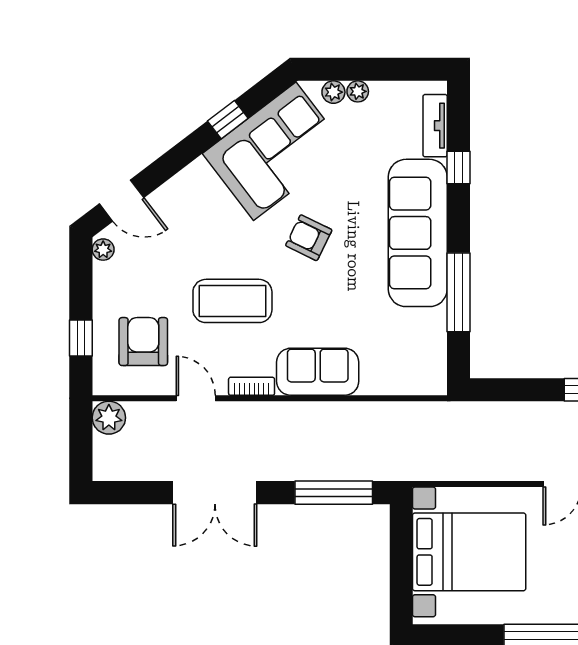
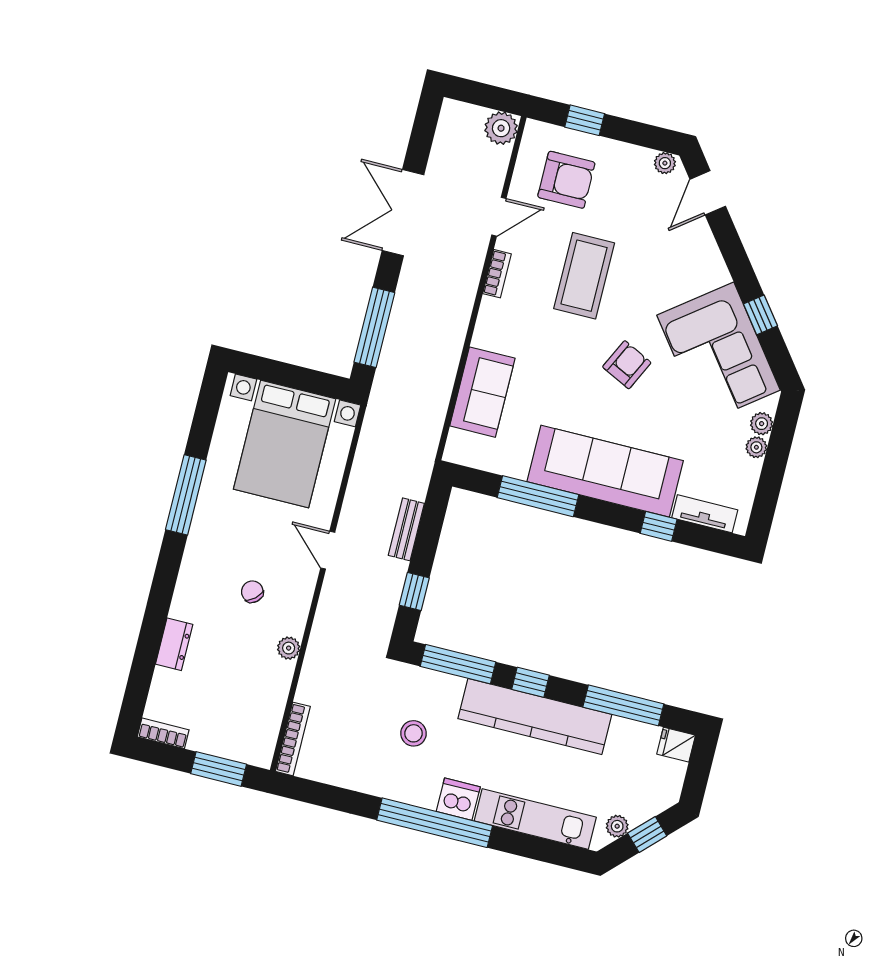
sofa: (318, 372) -> (482, 392), moved
bench: (523, 413) -> (406, 529), added

